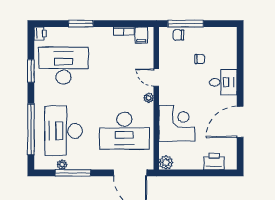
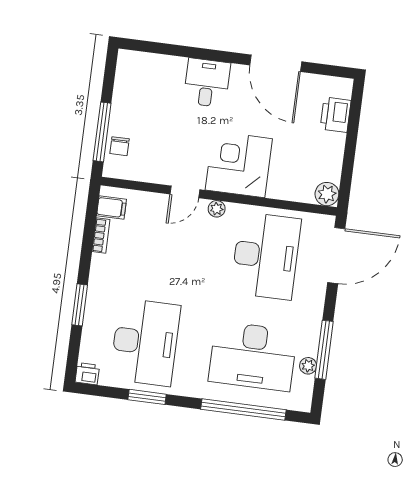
chair: (200, 59) -> (163, 116), removed
desk: (63, 66) -> (145, 342), turned 180
corner desk: (177, 123) -> (239, 164), moved

